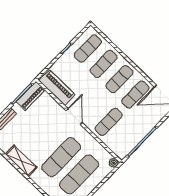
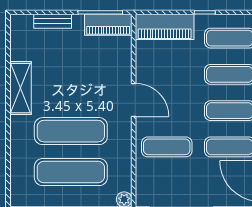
piano: (57, 88) -> (165, 27), moved, turned 90
door: (74, 117) -> (134, 100), hinge flipped

